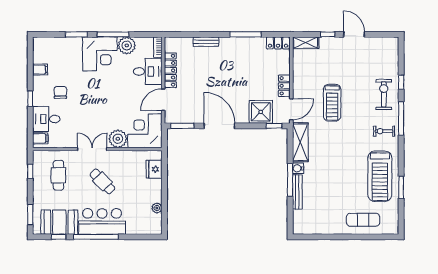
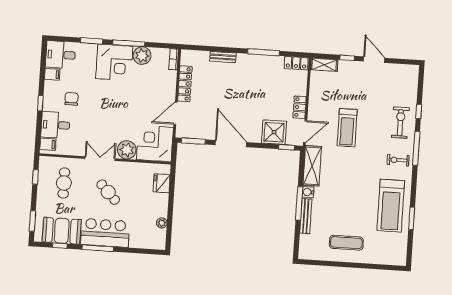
desk: (148, 71) -> (61, 55), moved, turned 180
exercise mat: (363, 220) -> (346, 243), moved
window: (96, 237) -> (98, 248), width x0.68

